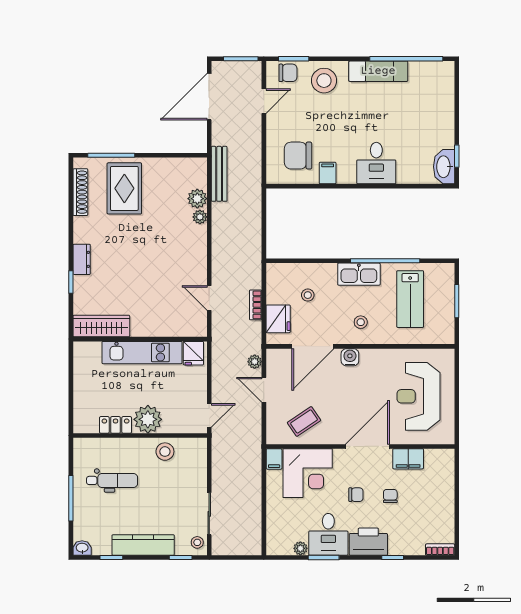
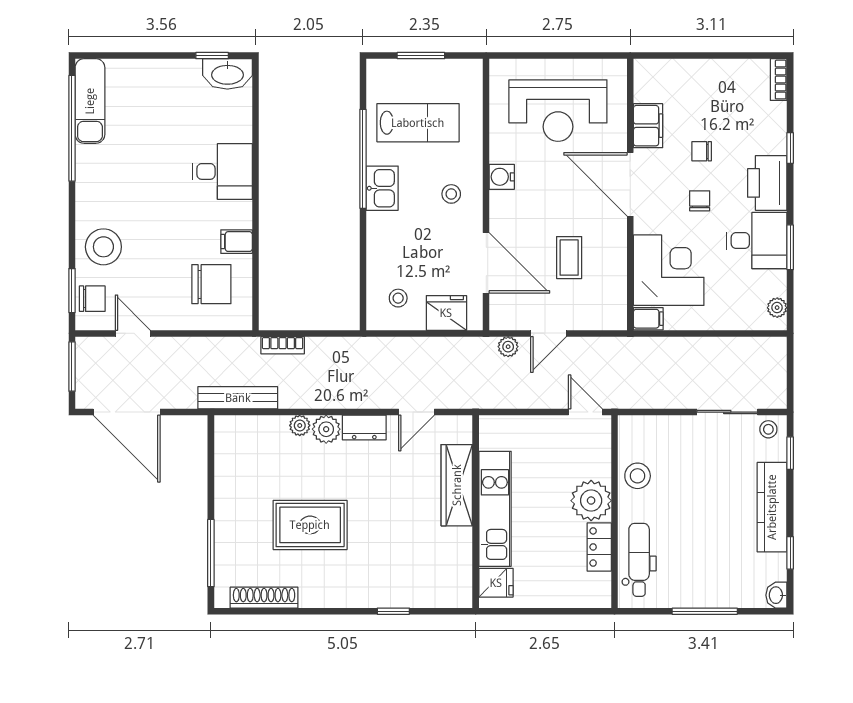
exam couch: (378, 71) -> (90, 101), moved
chair: (288, 73) -> (92, 299), turned 90
chair: (298, 156) -> (211, 284), turned -90
rug: (124, 188) -> (310, 525), moved
plant: (197, 199) -> (326, 429), moved
dresser: (82, 259) -> (364, 428), moved, turned 180
kitchen sink: (359, 274) -> (382, 188), width x0.73
stool: (308, 295) -> (398, 298), moved
bookcase: (256, 305) -> (283, 345), moved
wardrobe: (101, 326) -> (457, 485), moved
fridge: (193, 353) -> (496, 583), moved
water cooler: (350, 357) -> (502, 177), moved
coffee table: (304, 421) -> (569, 258), moved, turned 34
dental chair: (112, 480) -> (639, 560), moved
plant: (300, 548) -> (777, 308), moved

